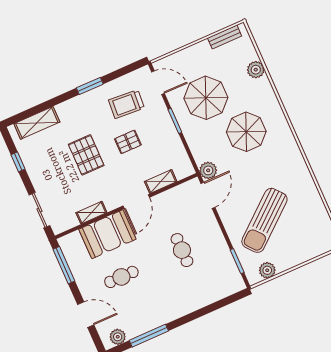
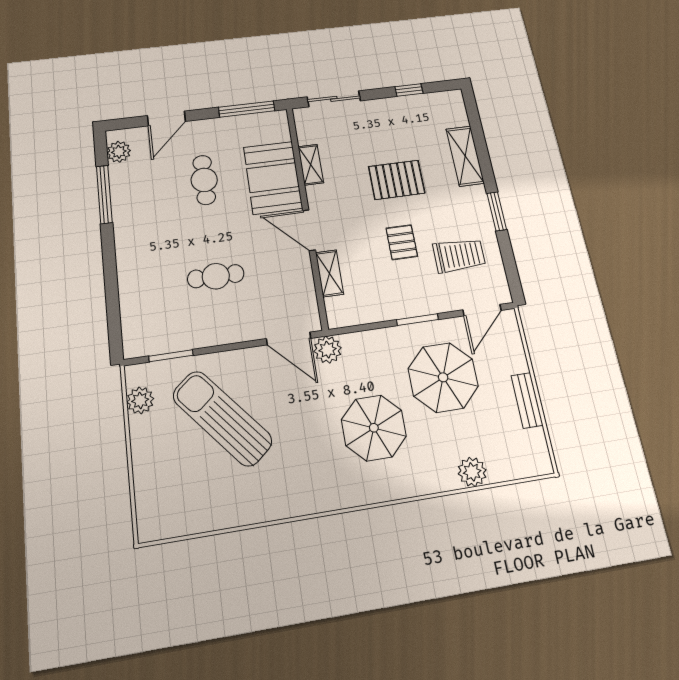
bench: (225, 37) -> (527, 400), moved
trolley: (126, 104) -> (459, 255), turned 86
shelving: (37, 123) -> (465, 156), moved

